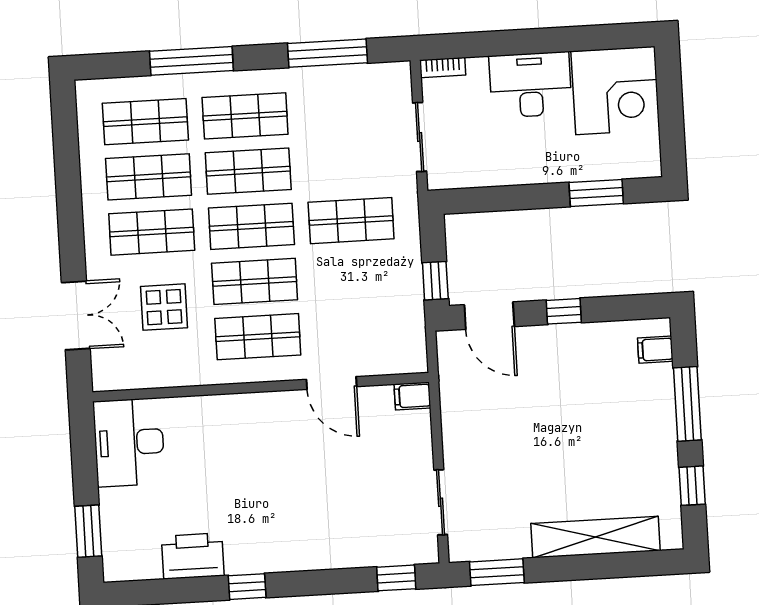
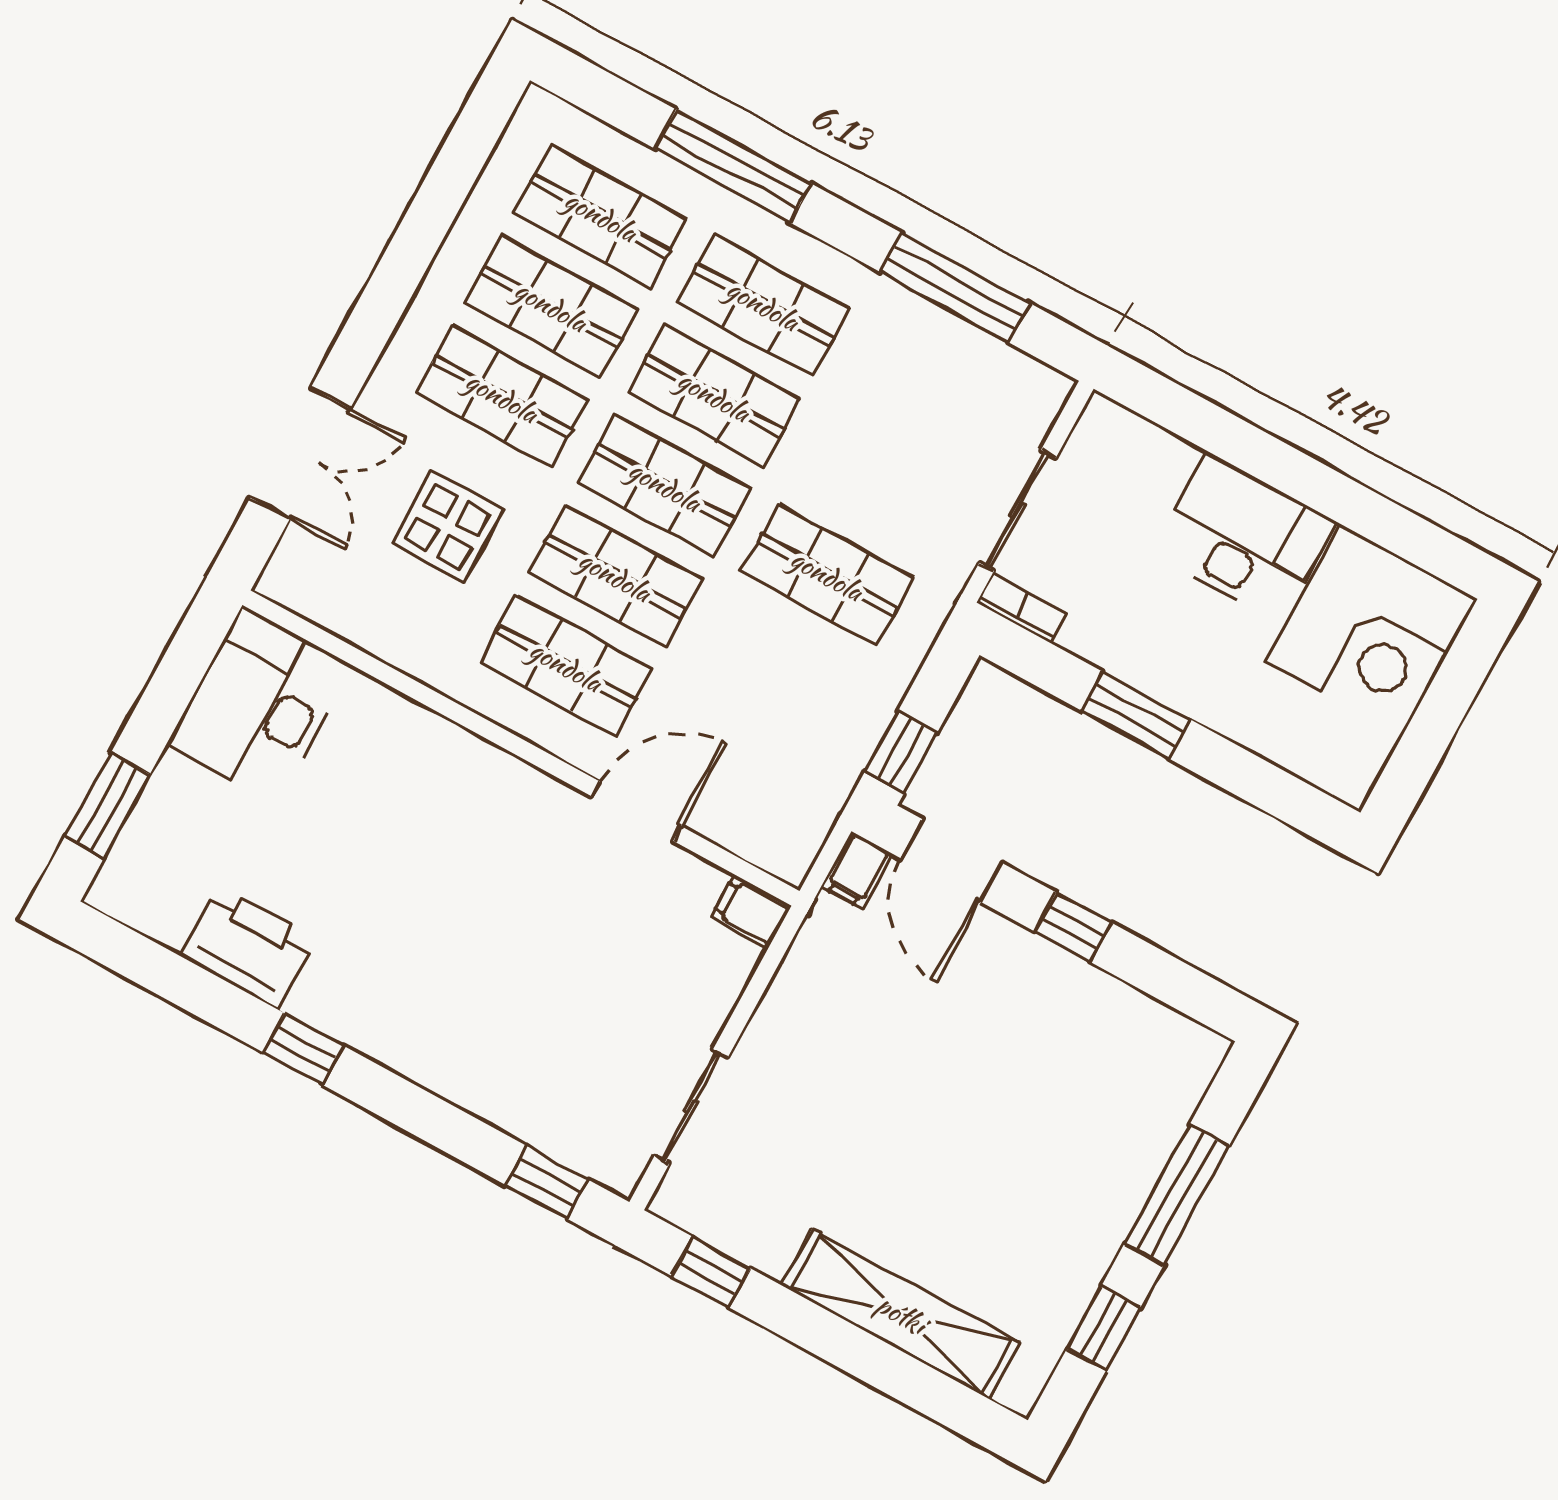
bookcase: (443, 67) -> (1021, 608), moved, turned 180
window: (596, 193) -> (1136, 715), moved
filing cabinet: (655, 350) -> (857, 870), moved, turned -90
door: (332, 383) -> (637, 811), swing flipped
window: (497, 572) -> (711, 1272), width x0.67

